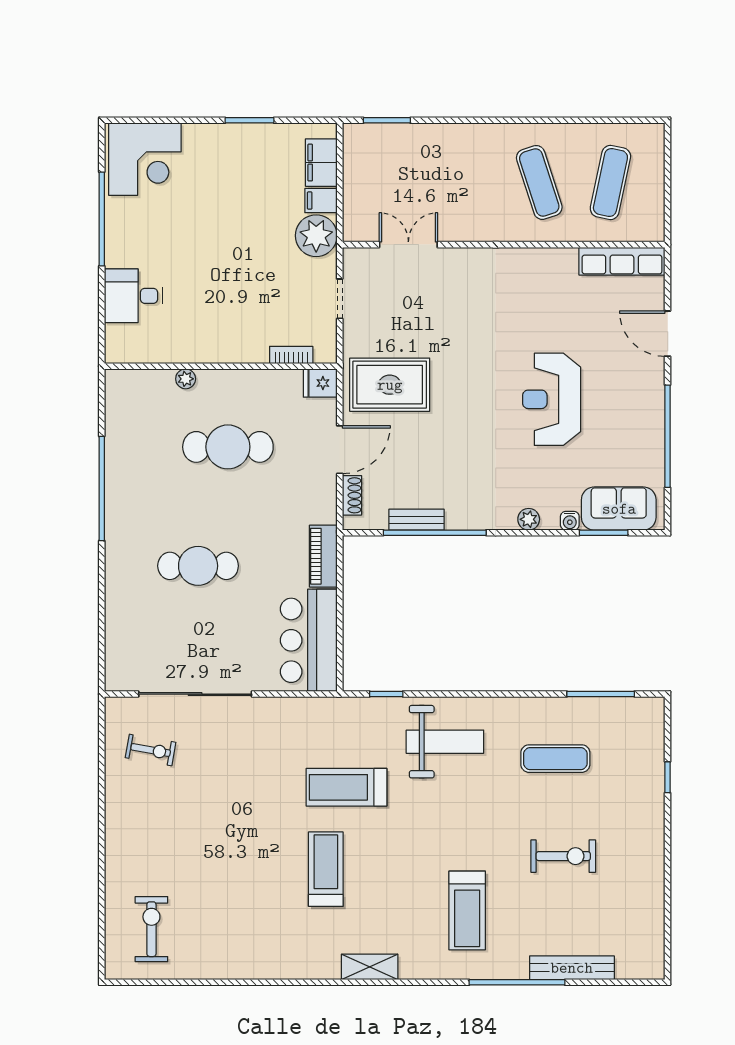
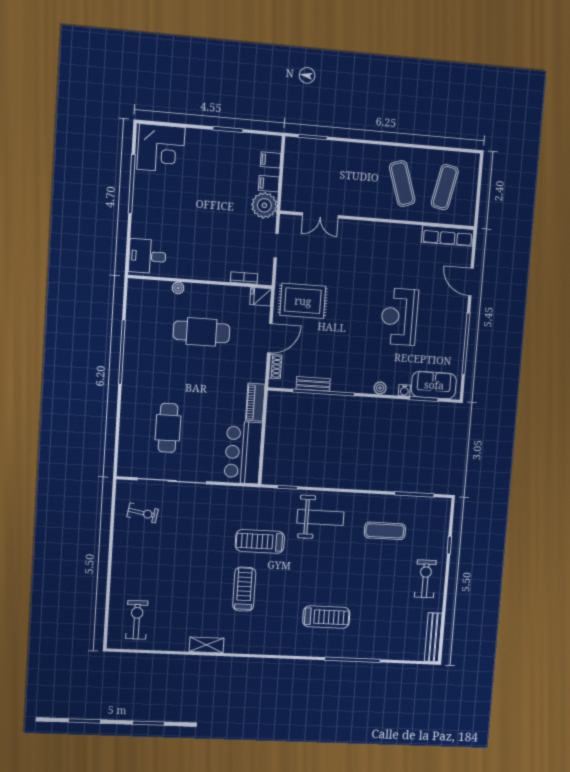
filing cabinet: (321, 163) -> (271, 160), width x0.50
double door: (408, 245) -> (320, 215), swing flipped
desk: (133, 296) -> (147, 256), moved
cafe table: (198, 566) -> (168, 428), moved, turned 90
exercise bike: (563, 856) -> (425, 579), moved, turned -90
treadmill: (467, 910) -> (326, 617), turned -90
shelving: (370, 967) -> (207, 645), moved
bench: (572, 968) -> (433, 637), moved, turned 90

